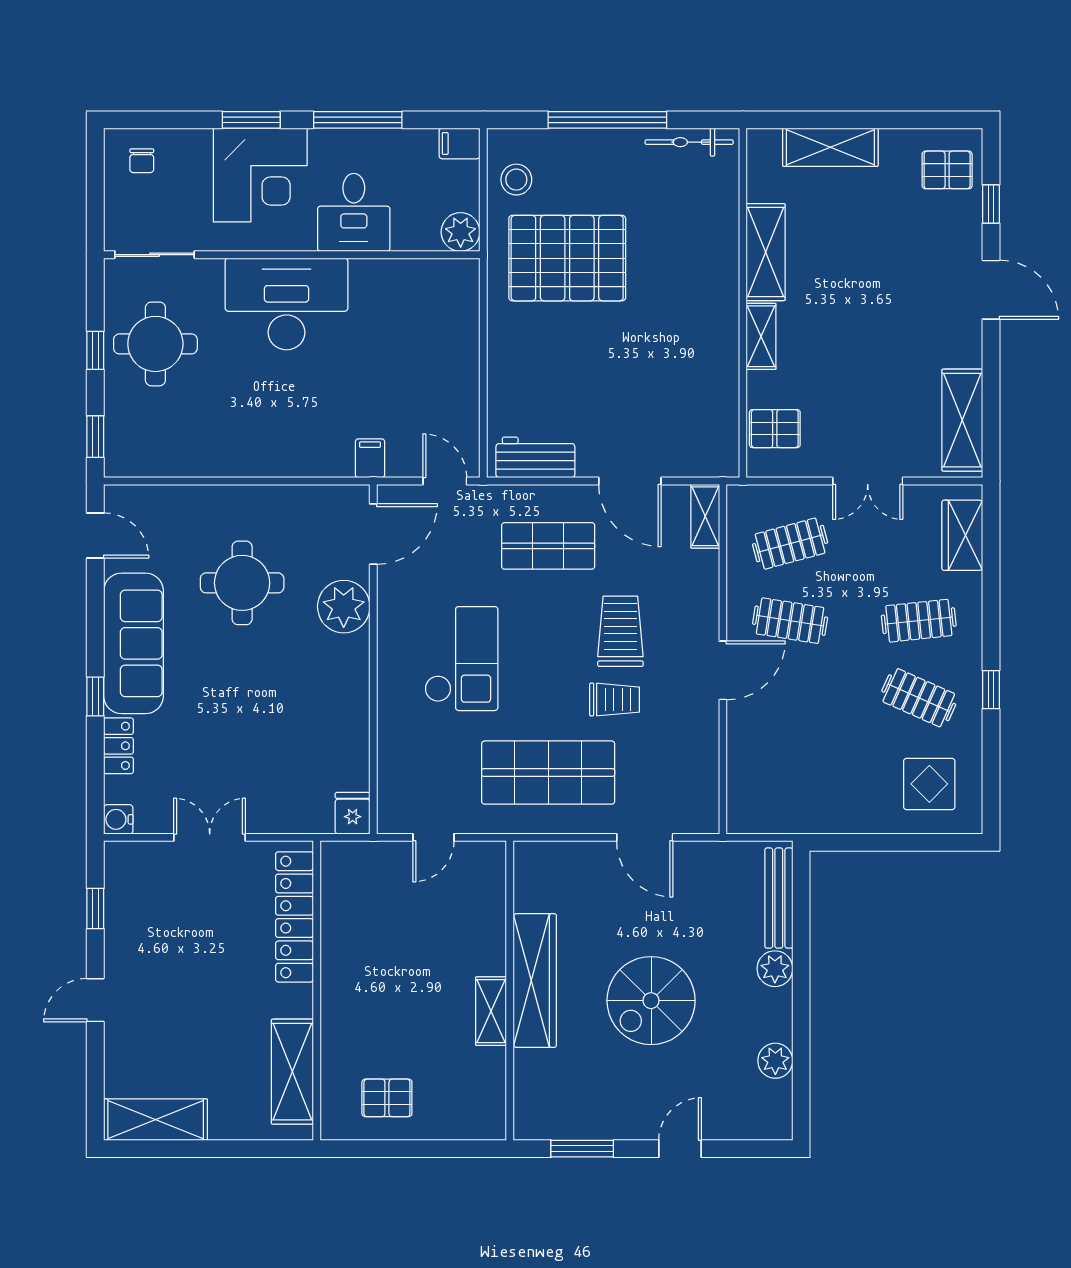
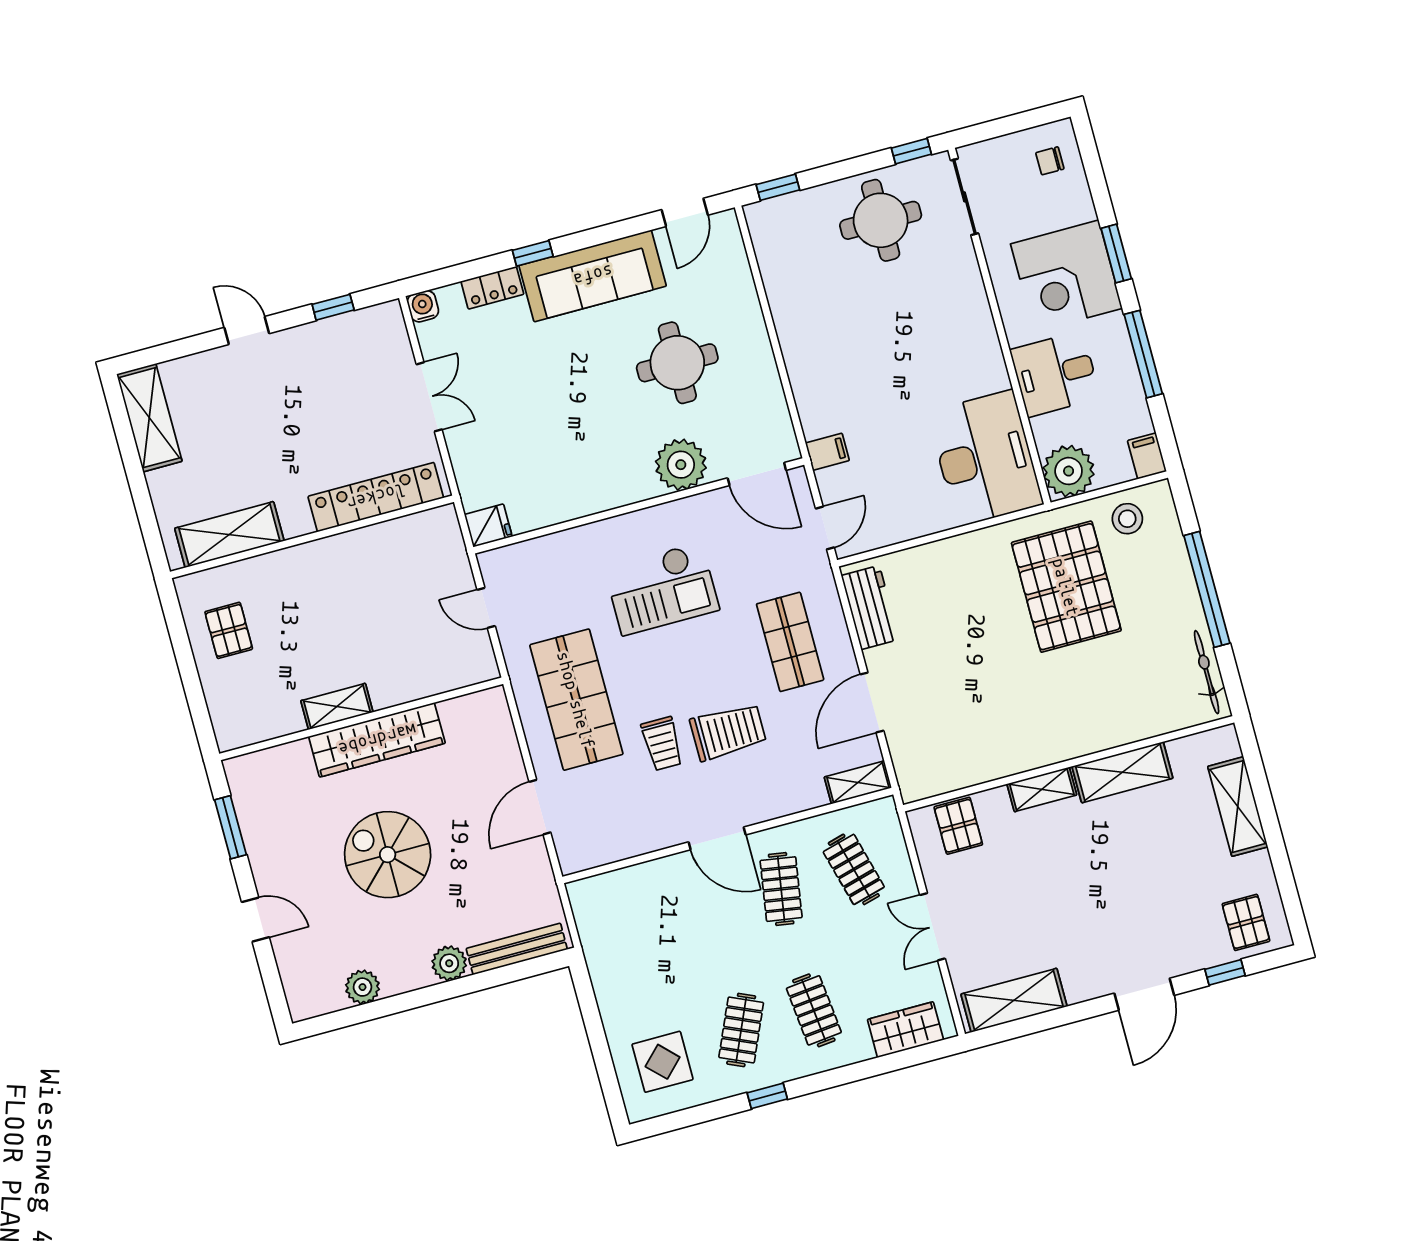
plant: (461, 232) -> (1069, 471), width x1.36, depth x1.36
desk: (286, 304) -> (985, 458), moved
window: (95, 350) -> (911, 151), moved

